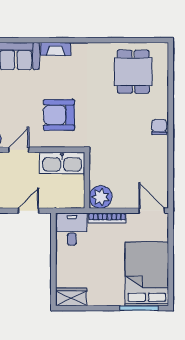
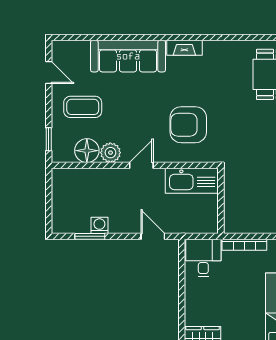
plant: (101, 197) -> (237, 220), removed
door: (29, 211) -> (153, 236), hinge flipped

